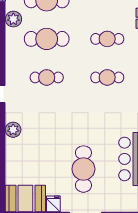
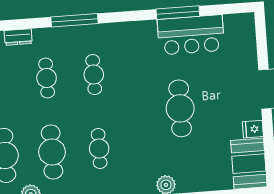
cafe table: (83, 169) -> (180, 108), moved, turned 90

